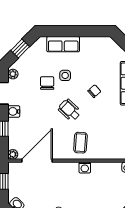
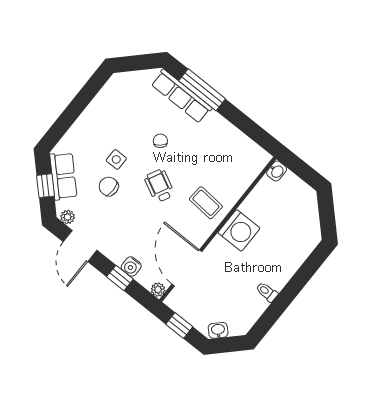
row of seats: (63, 44) -> (63, 176), moved, turned -45
wheelchair: (70, 110) -> (159, 186), turned 74
water cooler: (14, 111) -> (131, 266), moved
washing machine: (85, 168) -> (239, 230), width x1.89, depth x1.89

